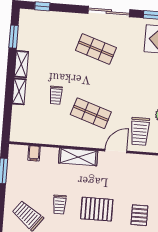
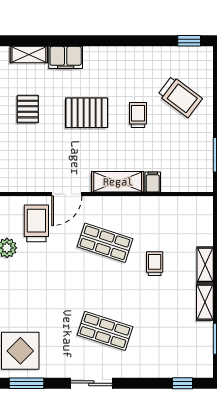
sliding door: (109, 12) -> (91, 383), width x0.73
filing cabinet: (34, 153) -> (153, 182), moved

